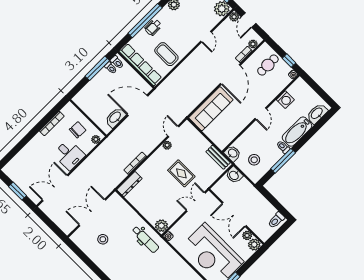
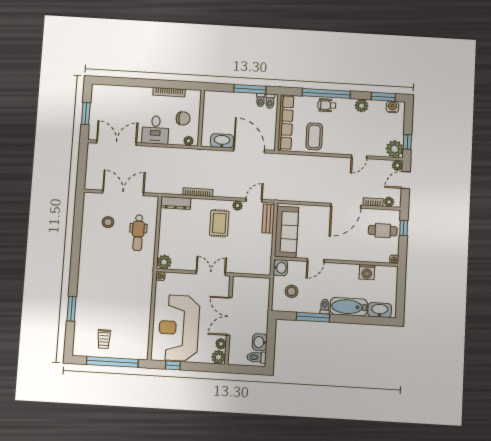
window: (289, 61) -> (404, 228), moved
sofa: (211, 109) -> (286, 232), moved, turned -90
door: (261, 114) -> (316, 260), moved
bench: (218, 157) -> (268, 219), moved
rug: (181, 173) -> (219, 223), moved
washbasin: (234, 175) -> (260, 342), moved
dental chair: (145, 239) -> (138, 233), moved

